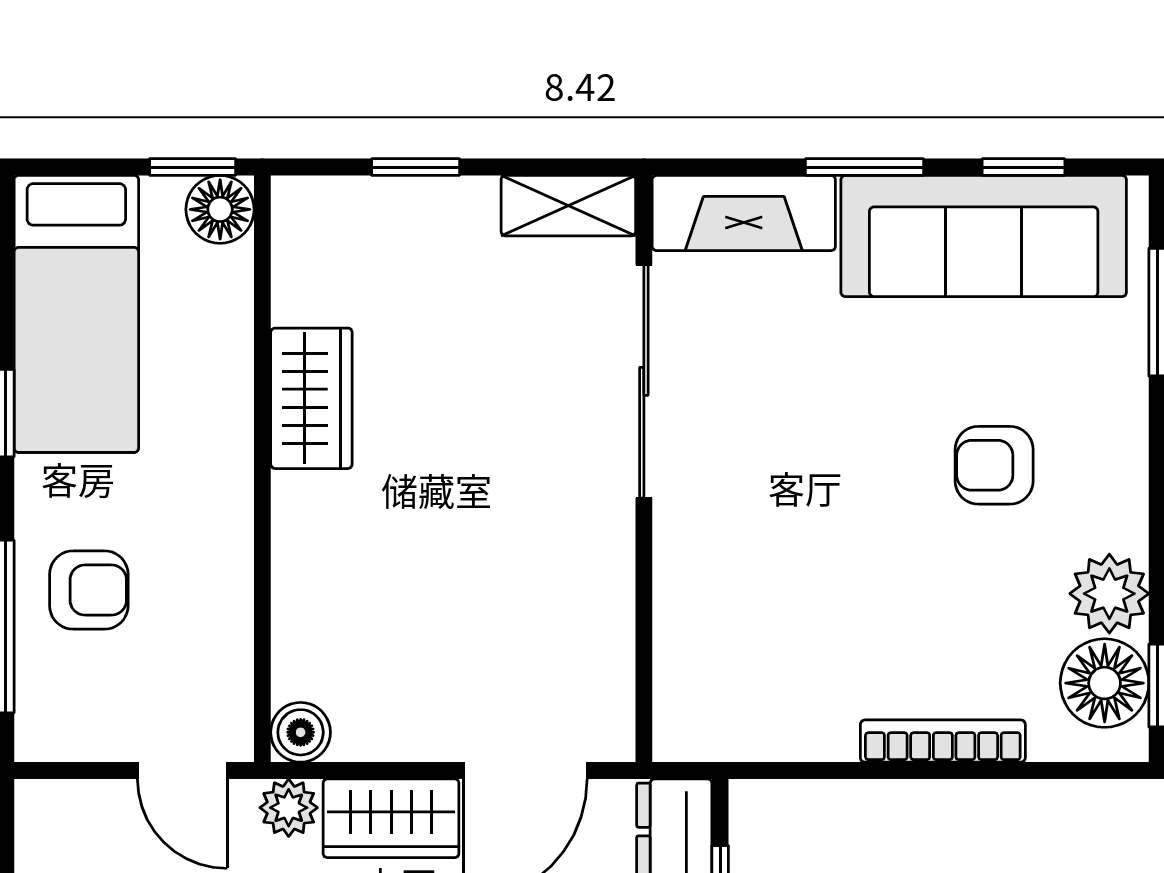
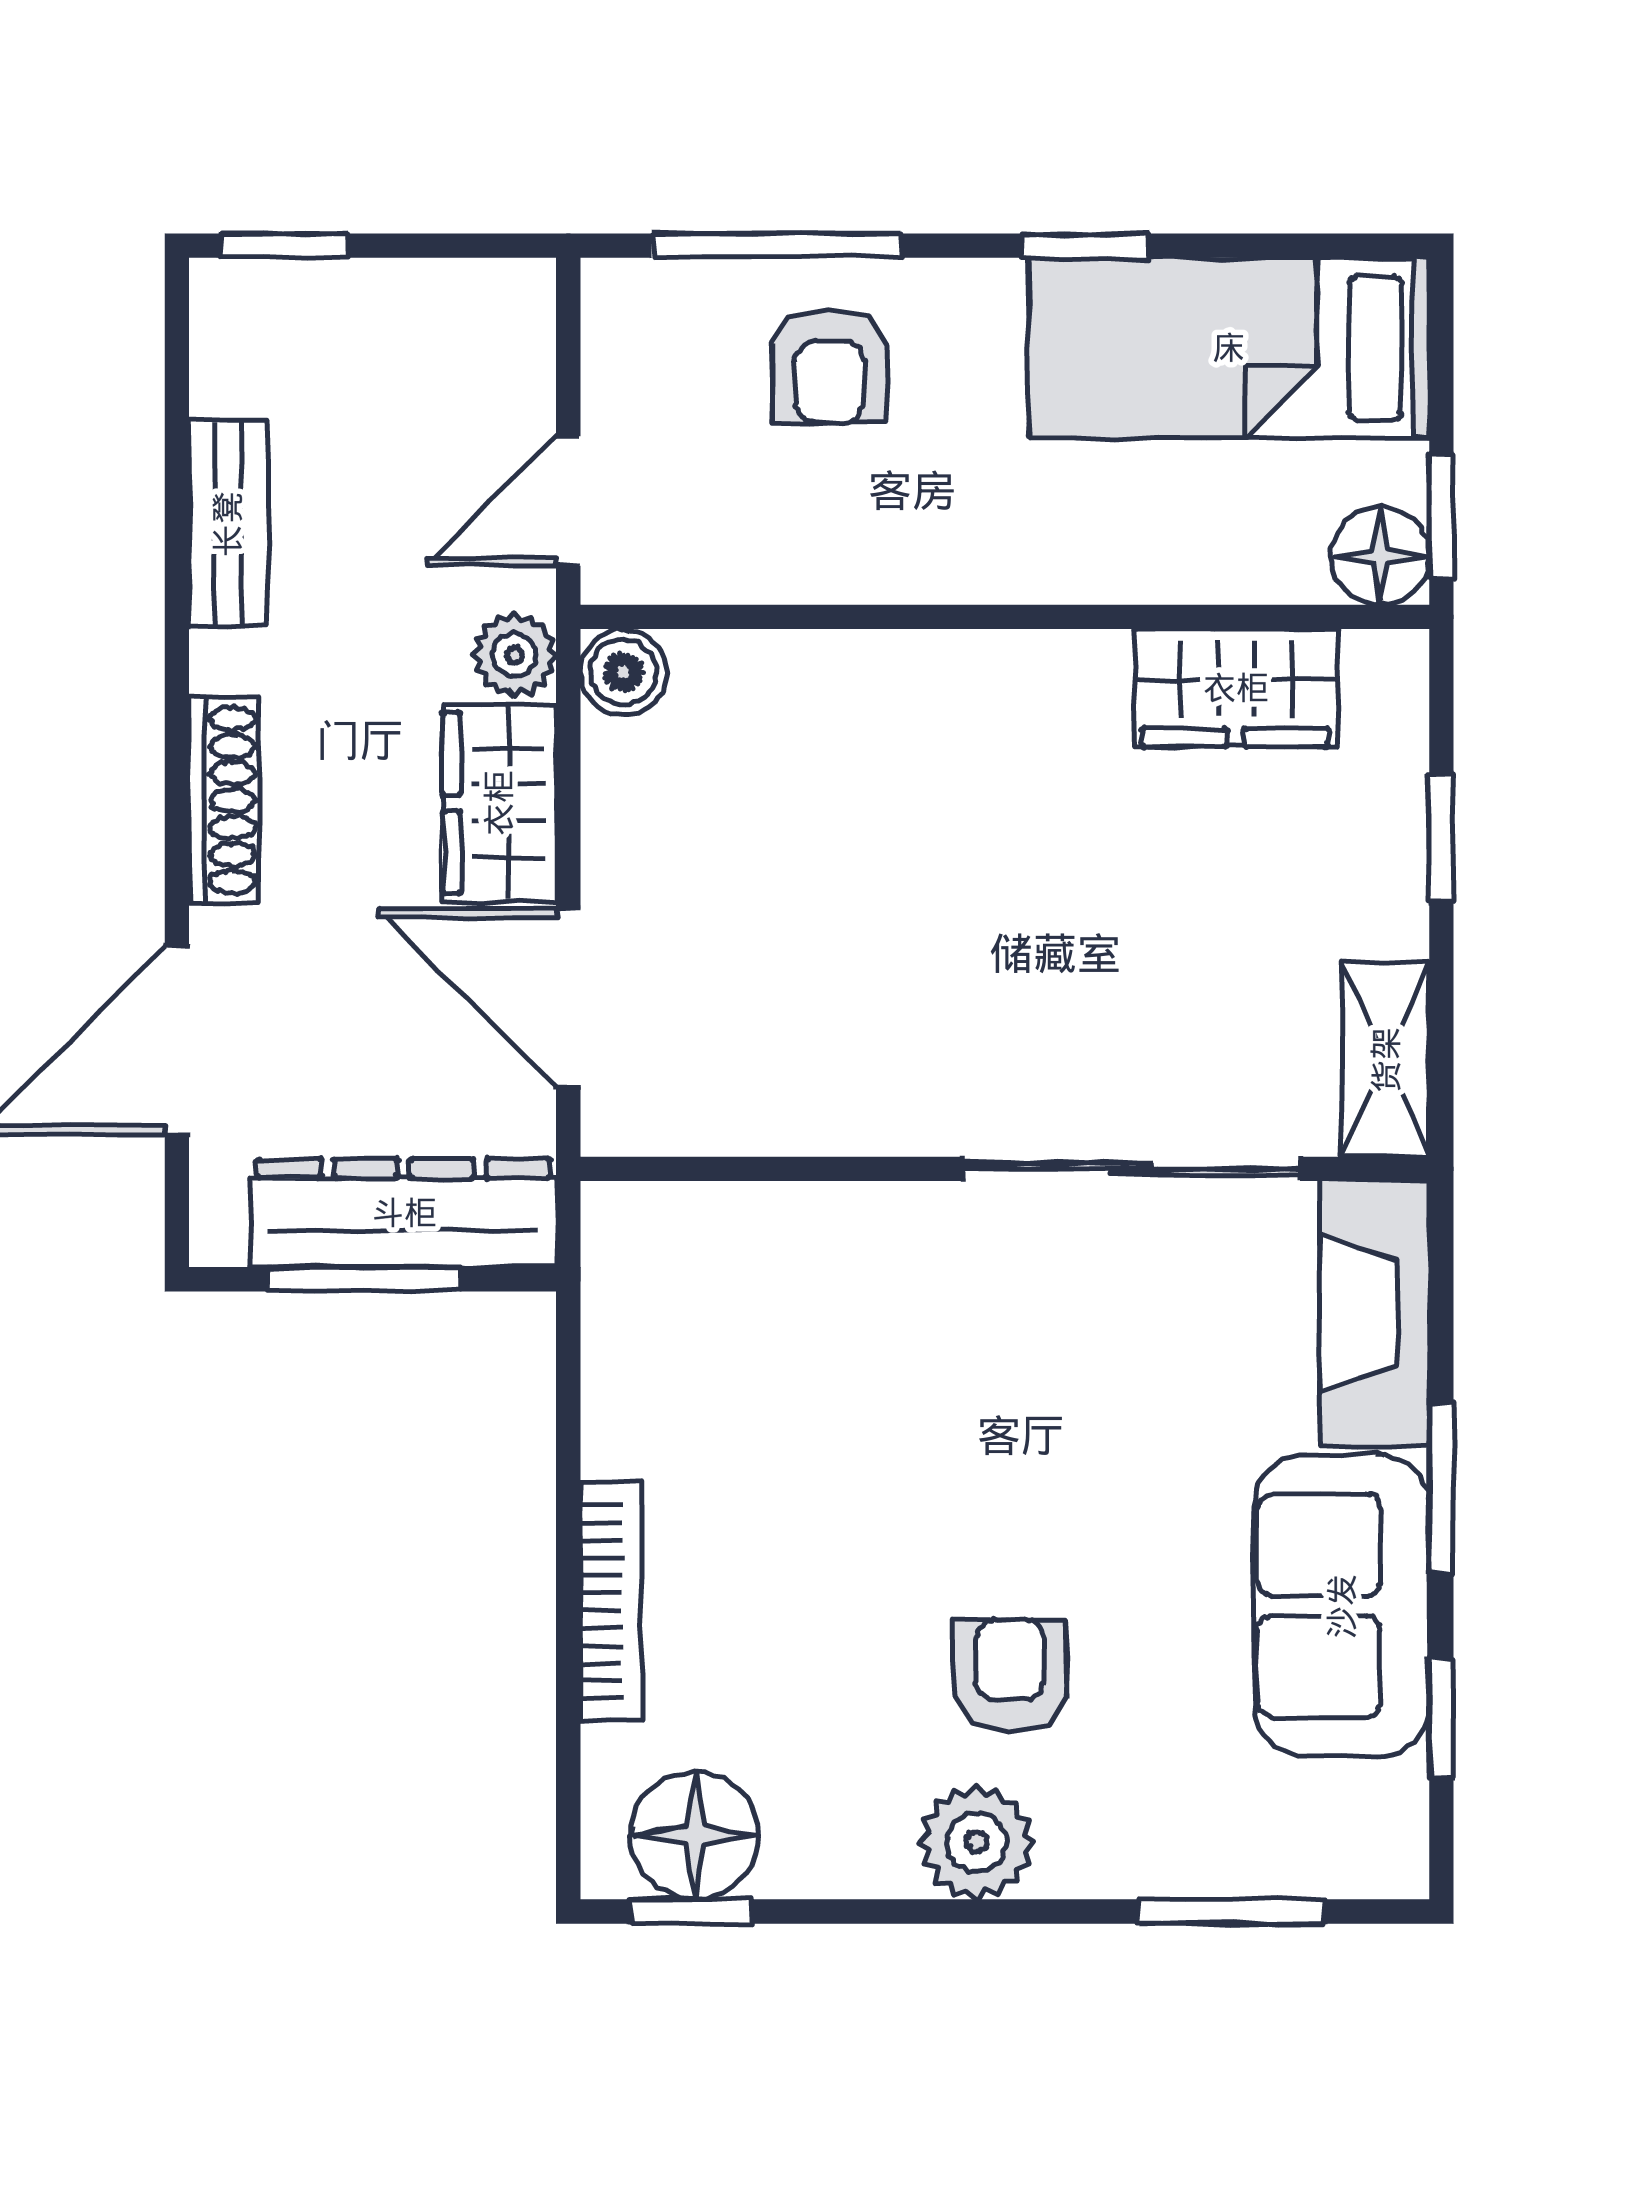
sofa: (984, 236) -> (1342, 1606), width x0.73
wardrobe: (311, 398) -> (1236, 688), moved
plant: (1109, 594) -> (976, 1842), moved

